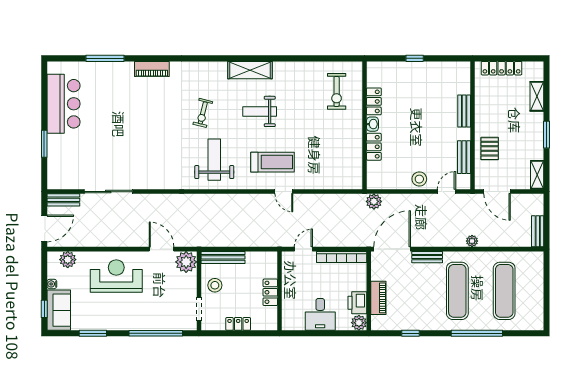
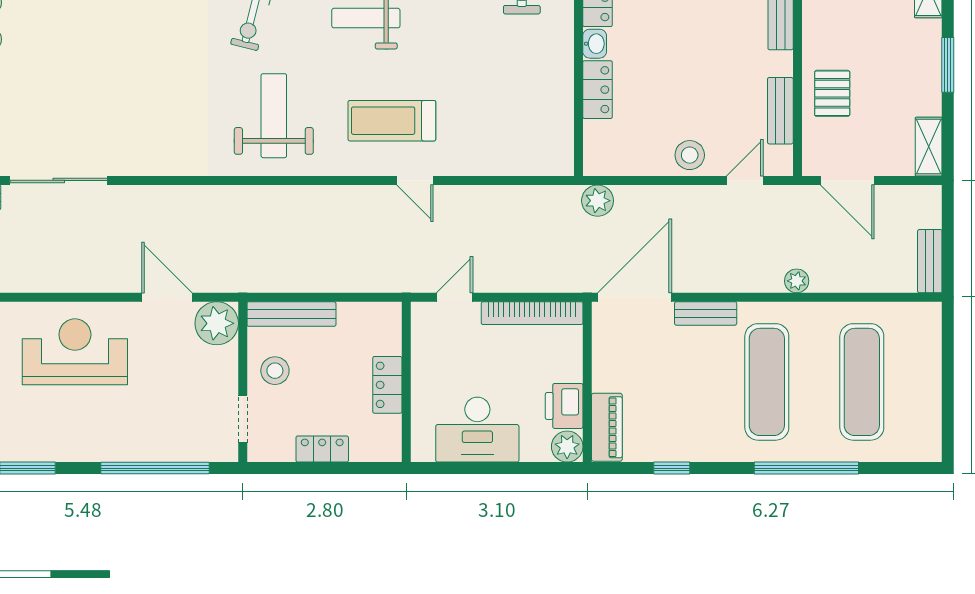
treadmill: (272, 162) -> (392, 121), turned 180
piano: (378, 298) -> (607, 427), moved
desk: (320, 314) -> (477, 430), width x1.37

